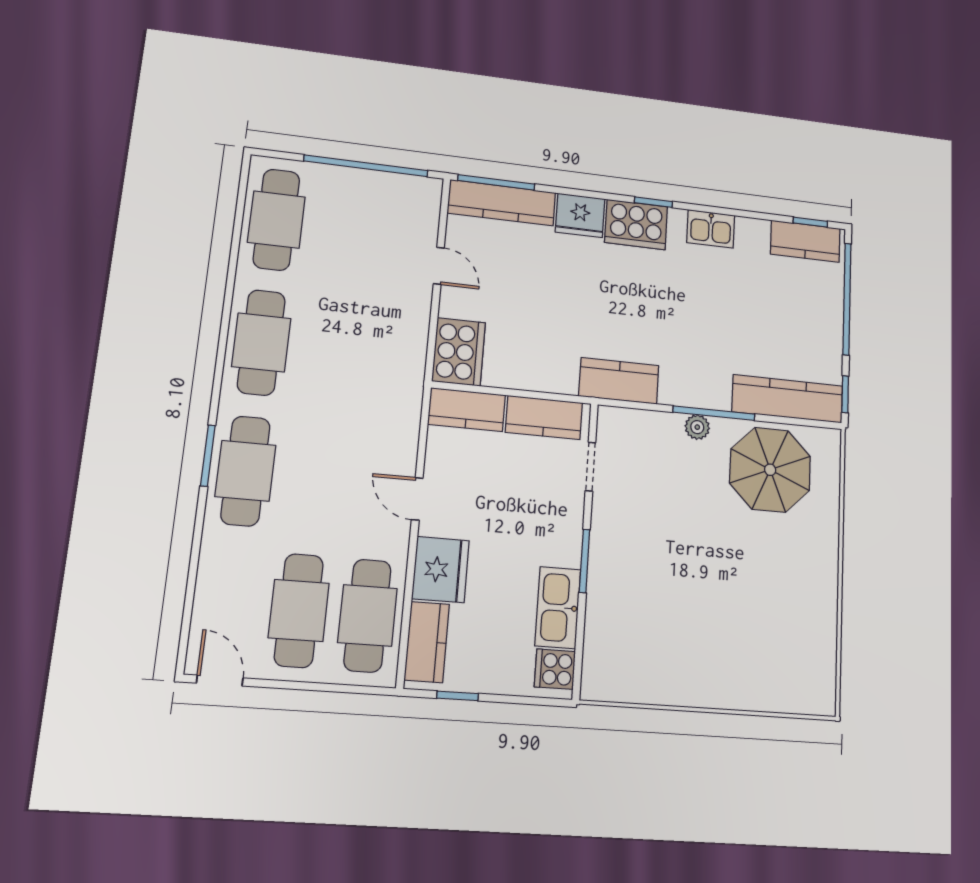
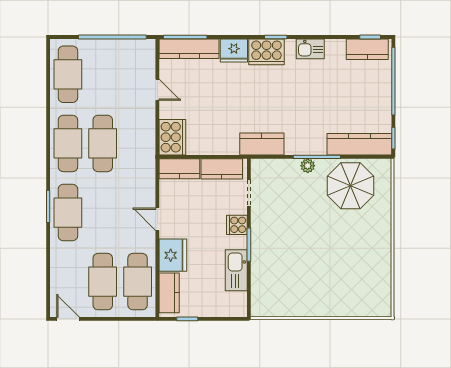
cafe table: (328, 349) -> (103, 143), added
cooker: (555, 669) -> (237, 225), moved

